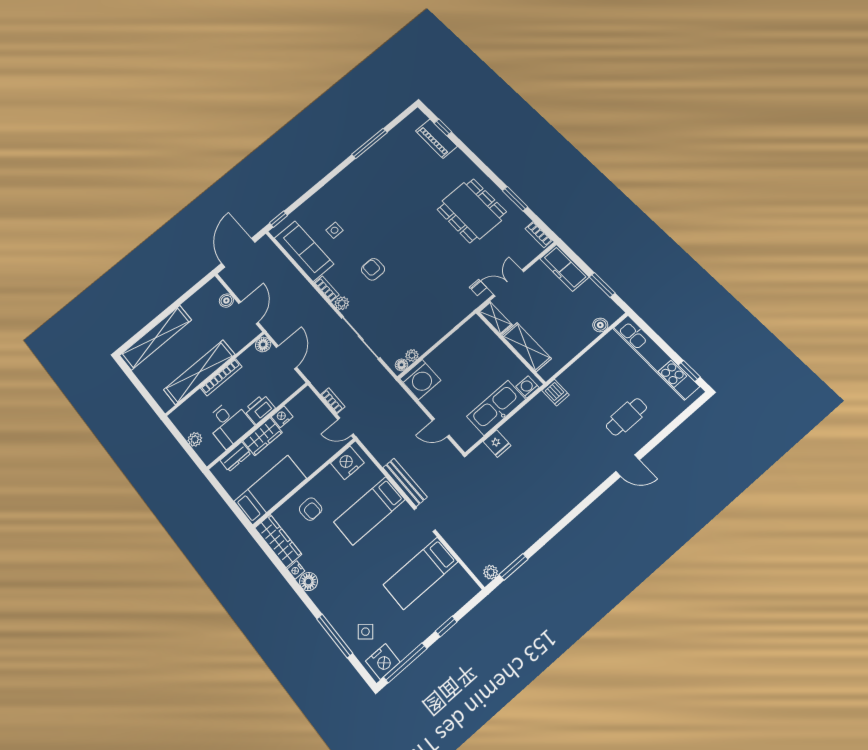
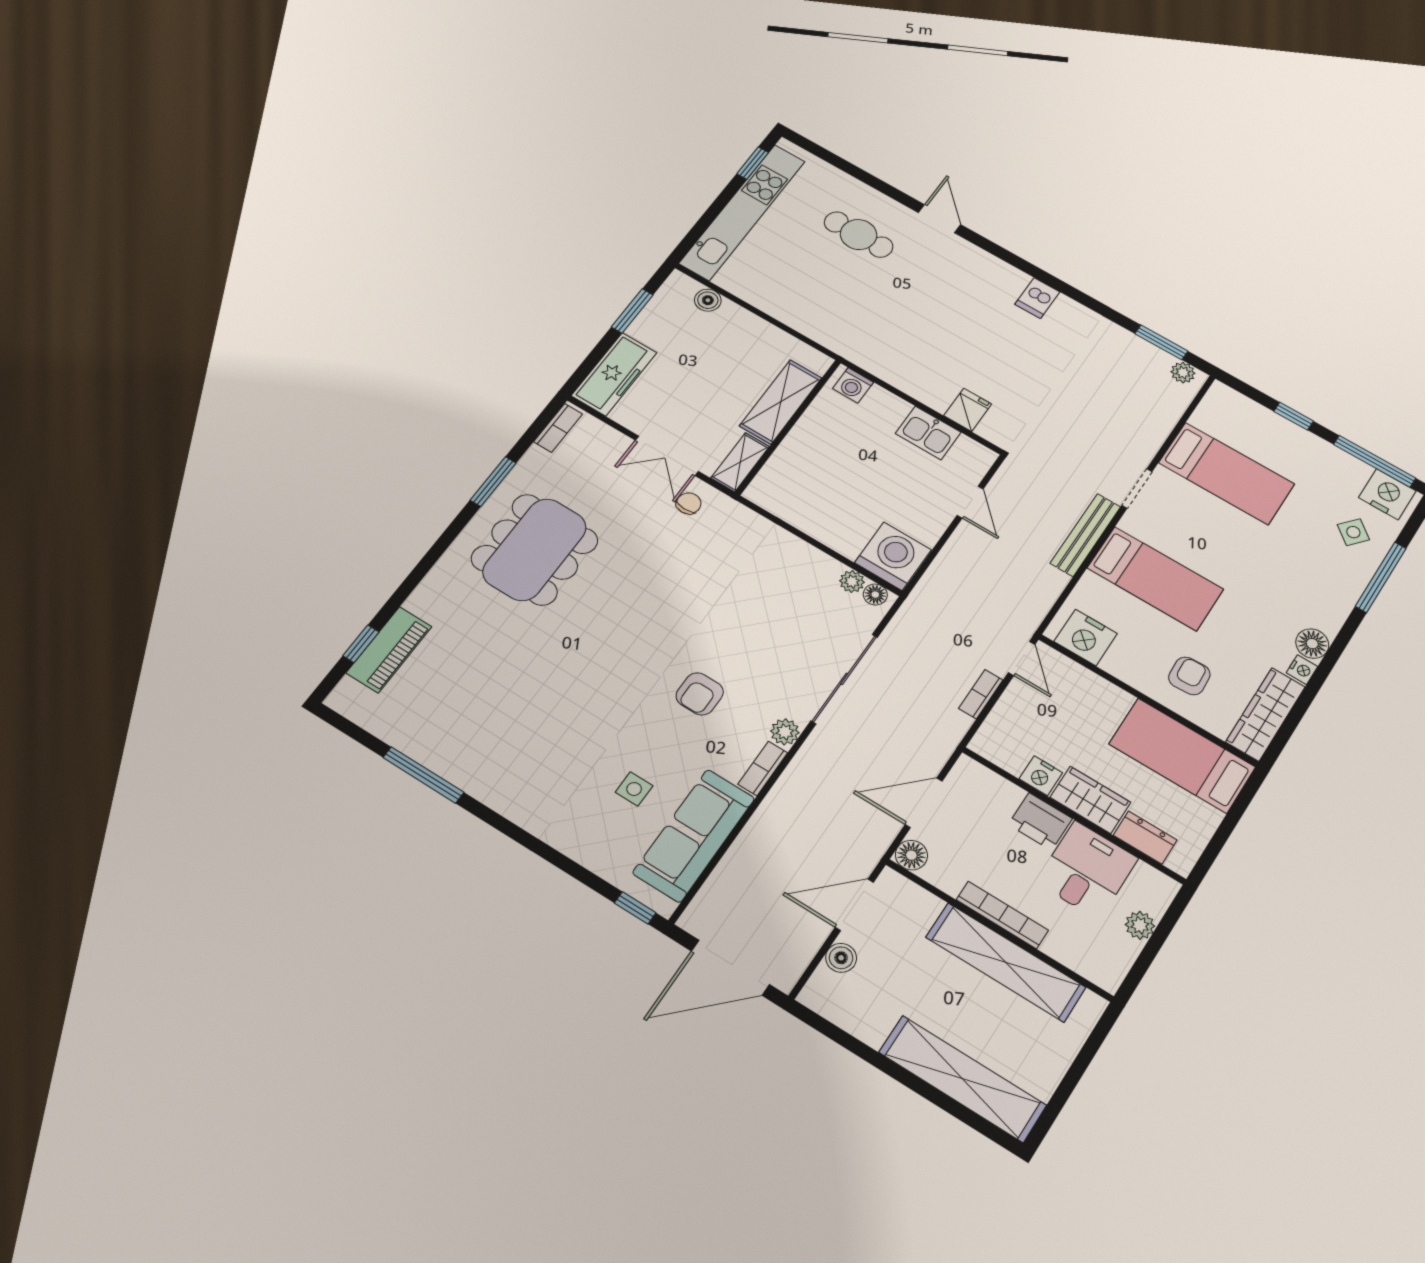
dishwasher: (556, 393) -> (1037, 298), moved, turned 180
kitchen sink: (496, 408) -> (928, 433), width x0.53, depth x0.81

